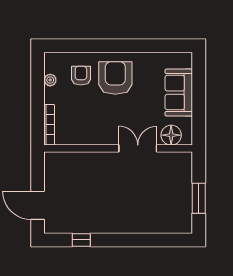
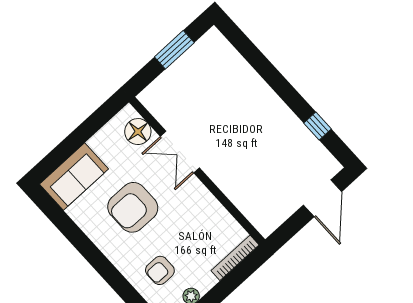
armchair: (115, 78) -> (133, 207), moved
sofa: (179, 93) -> (74, 177), moved

